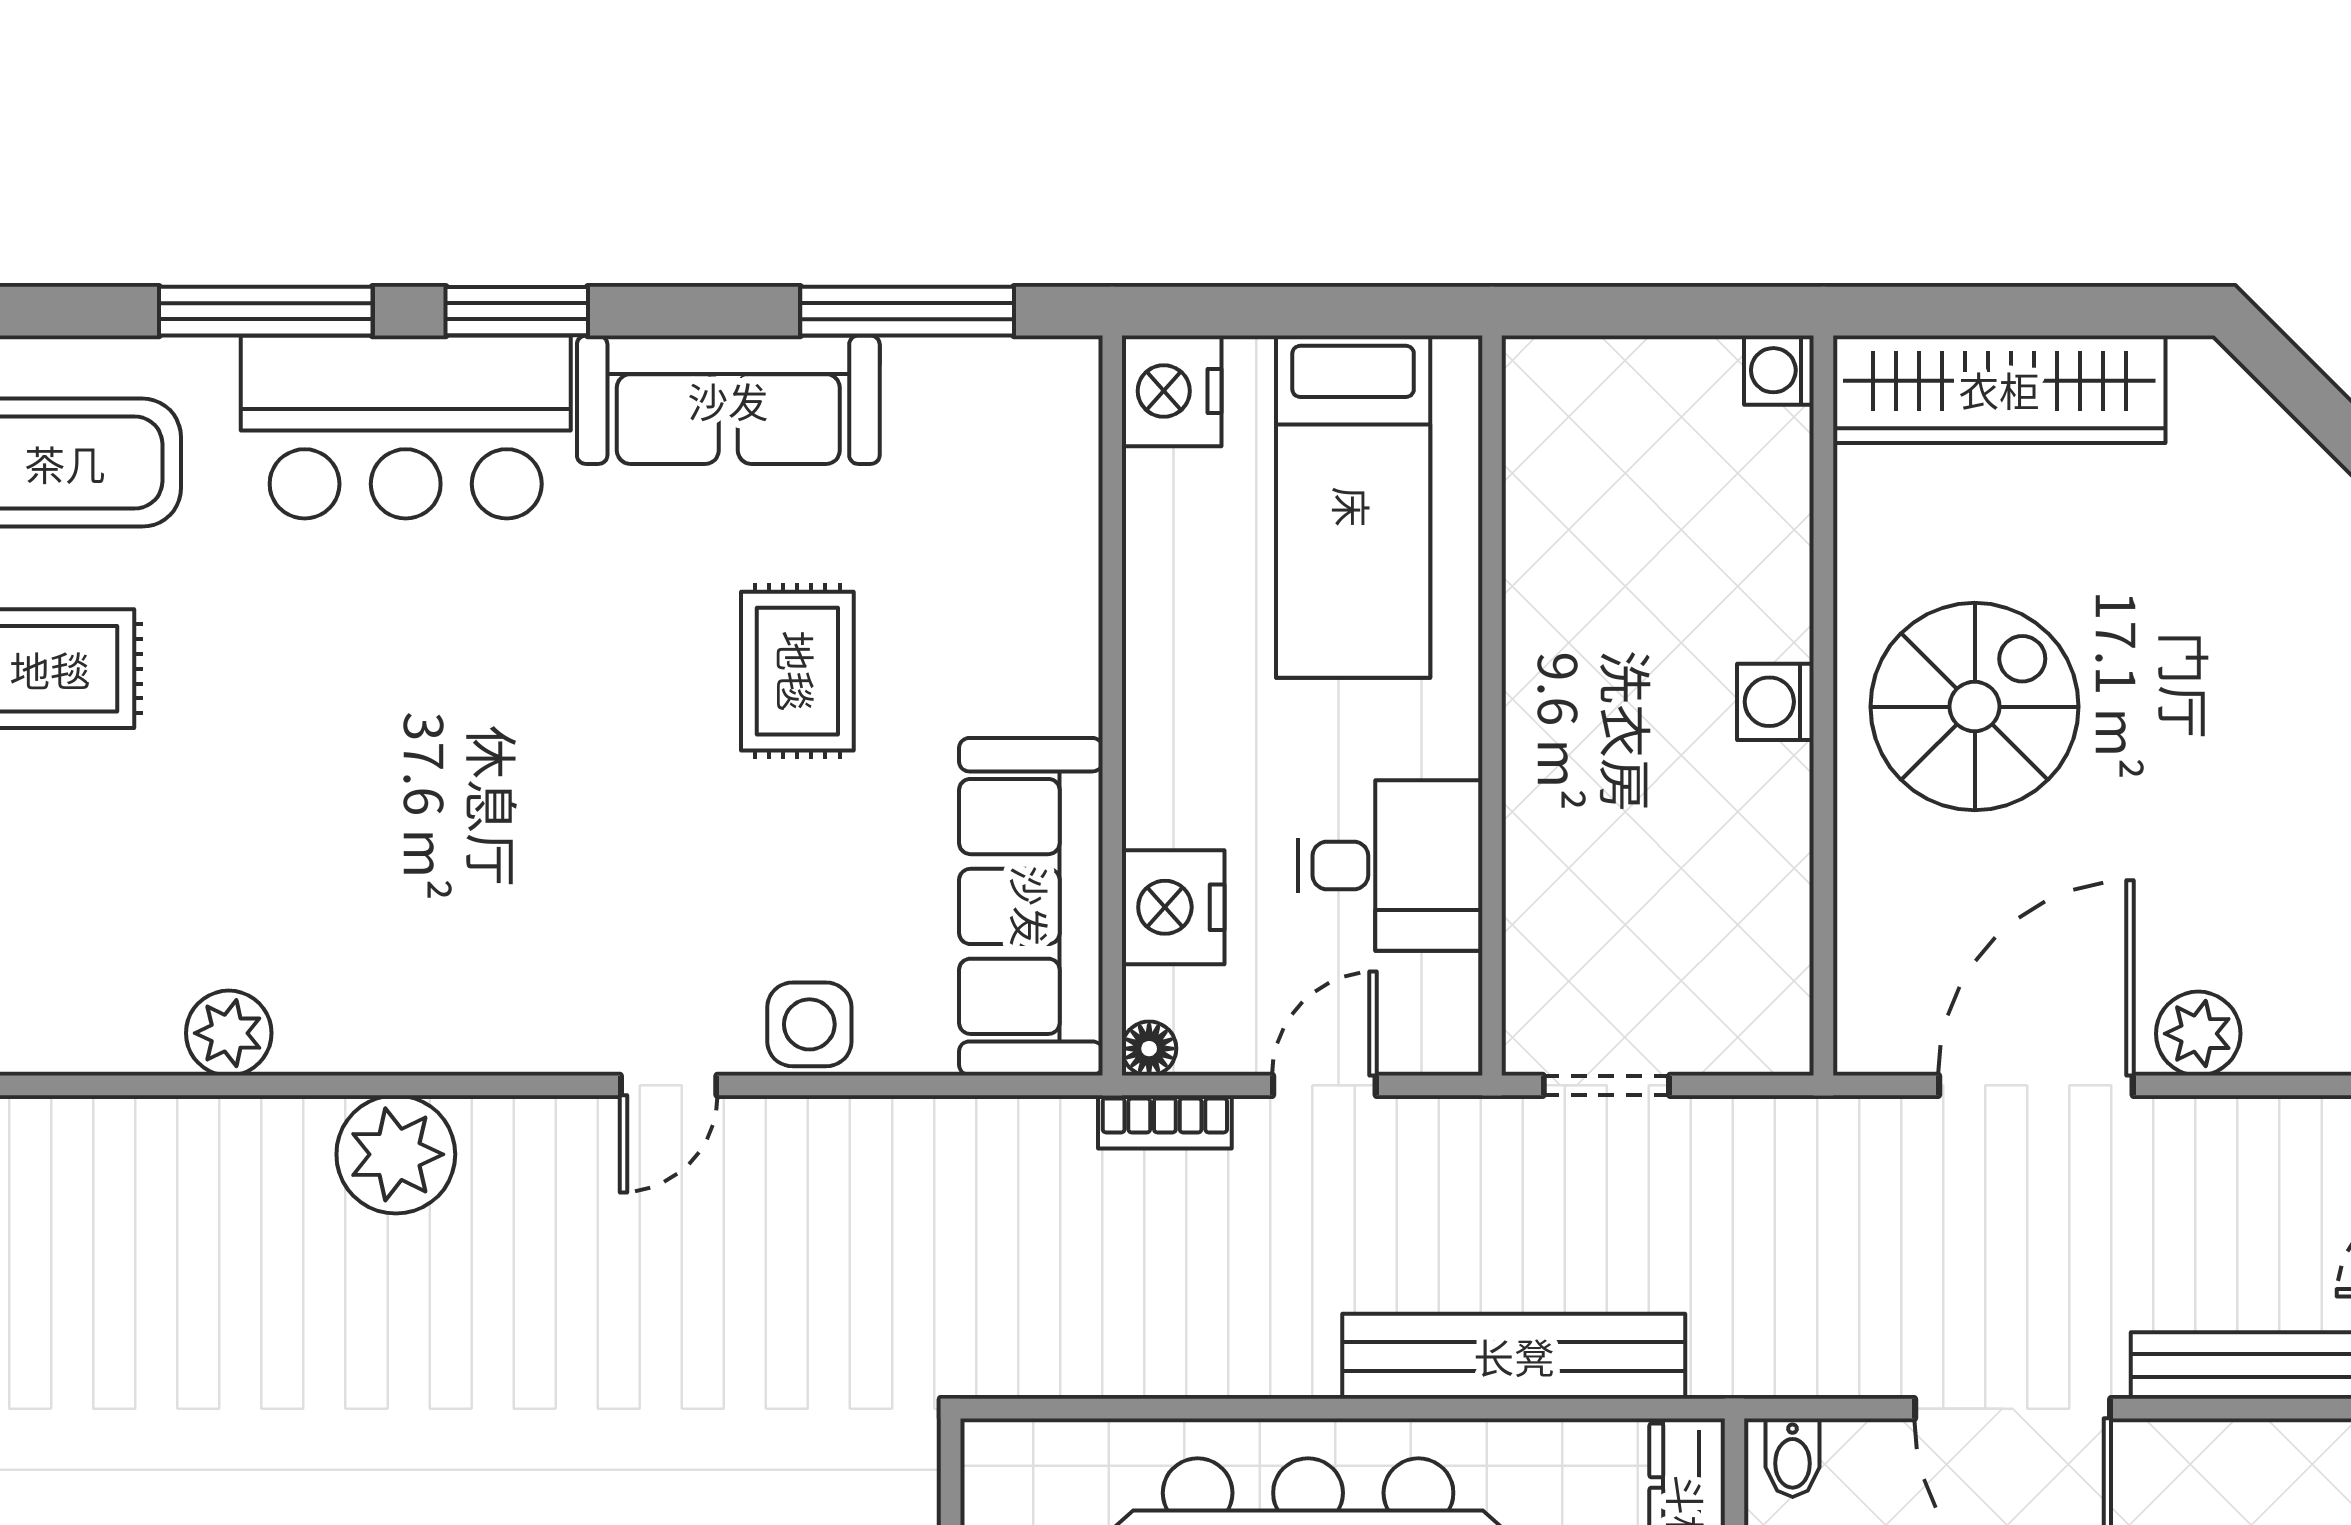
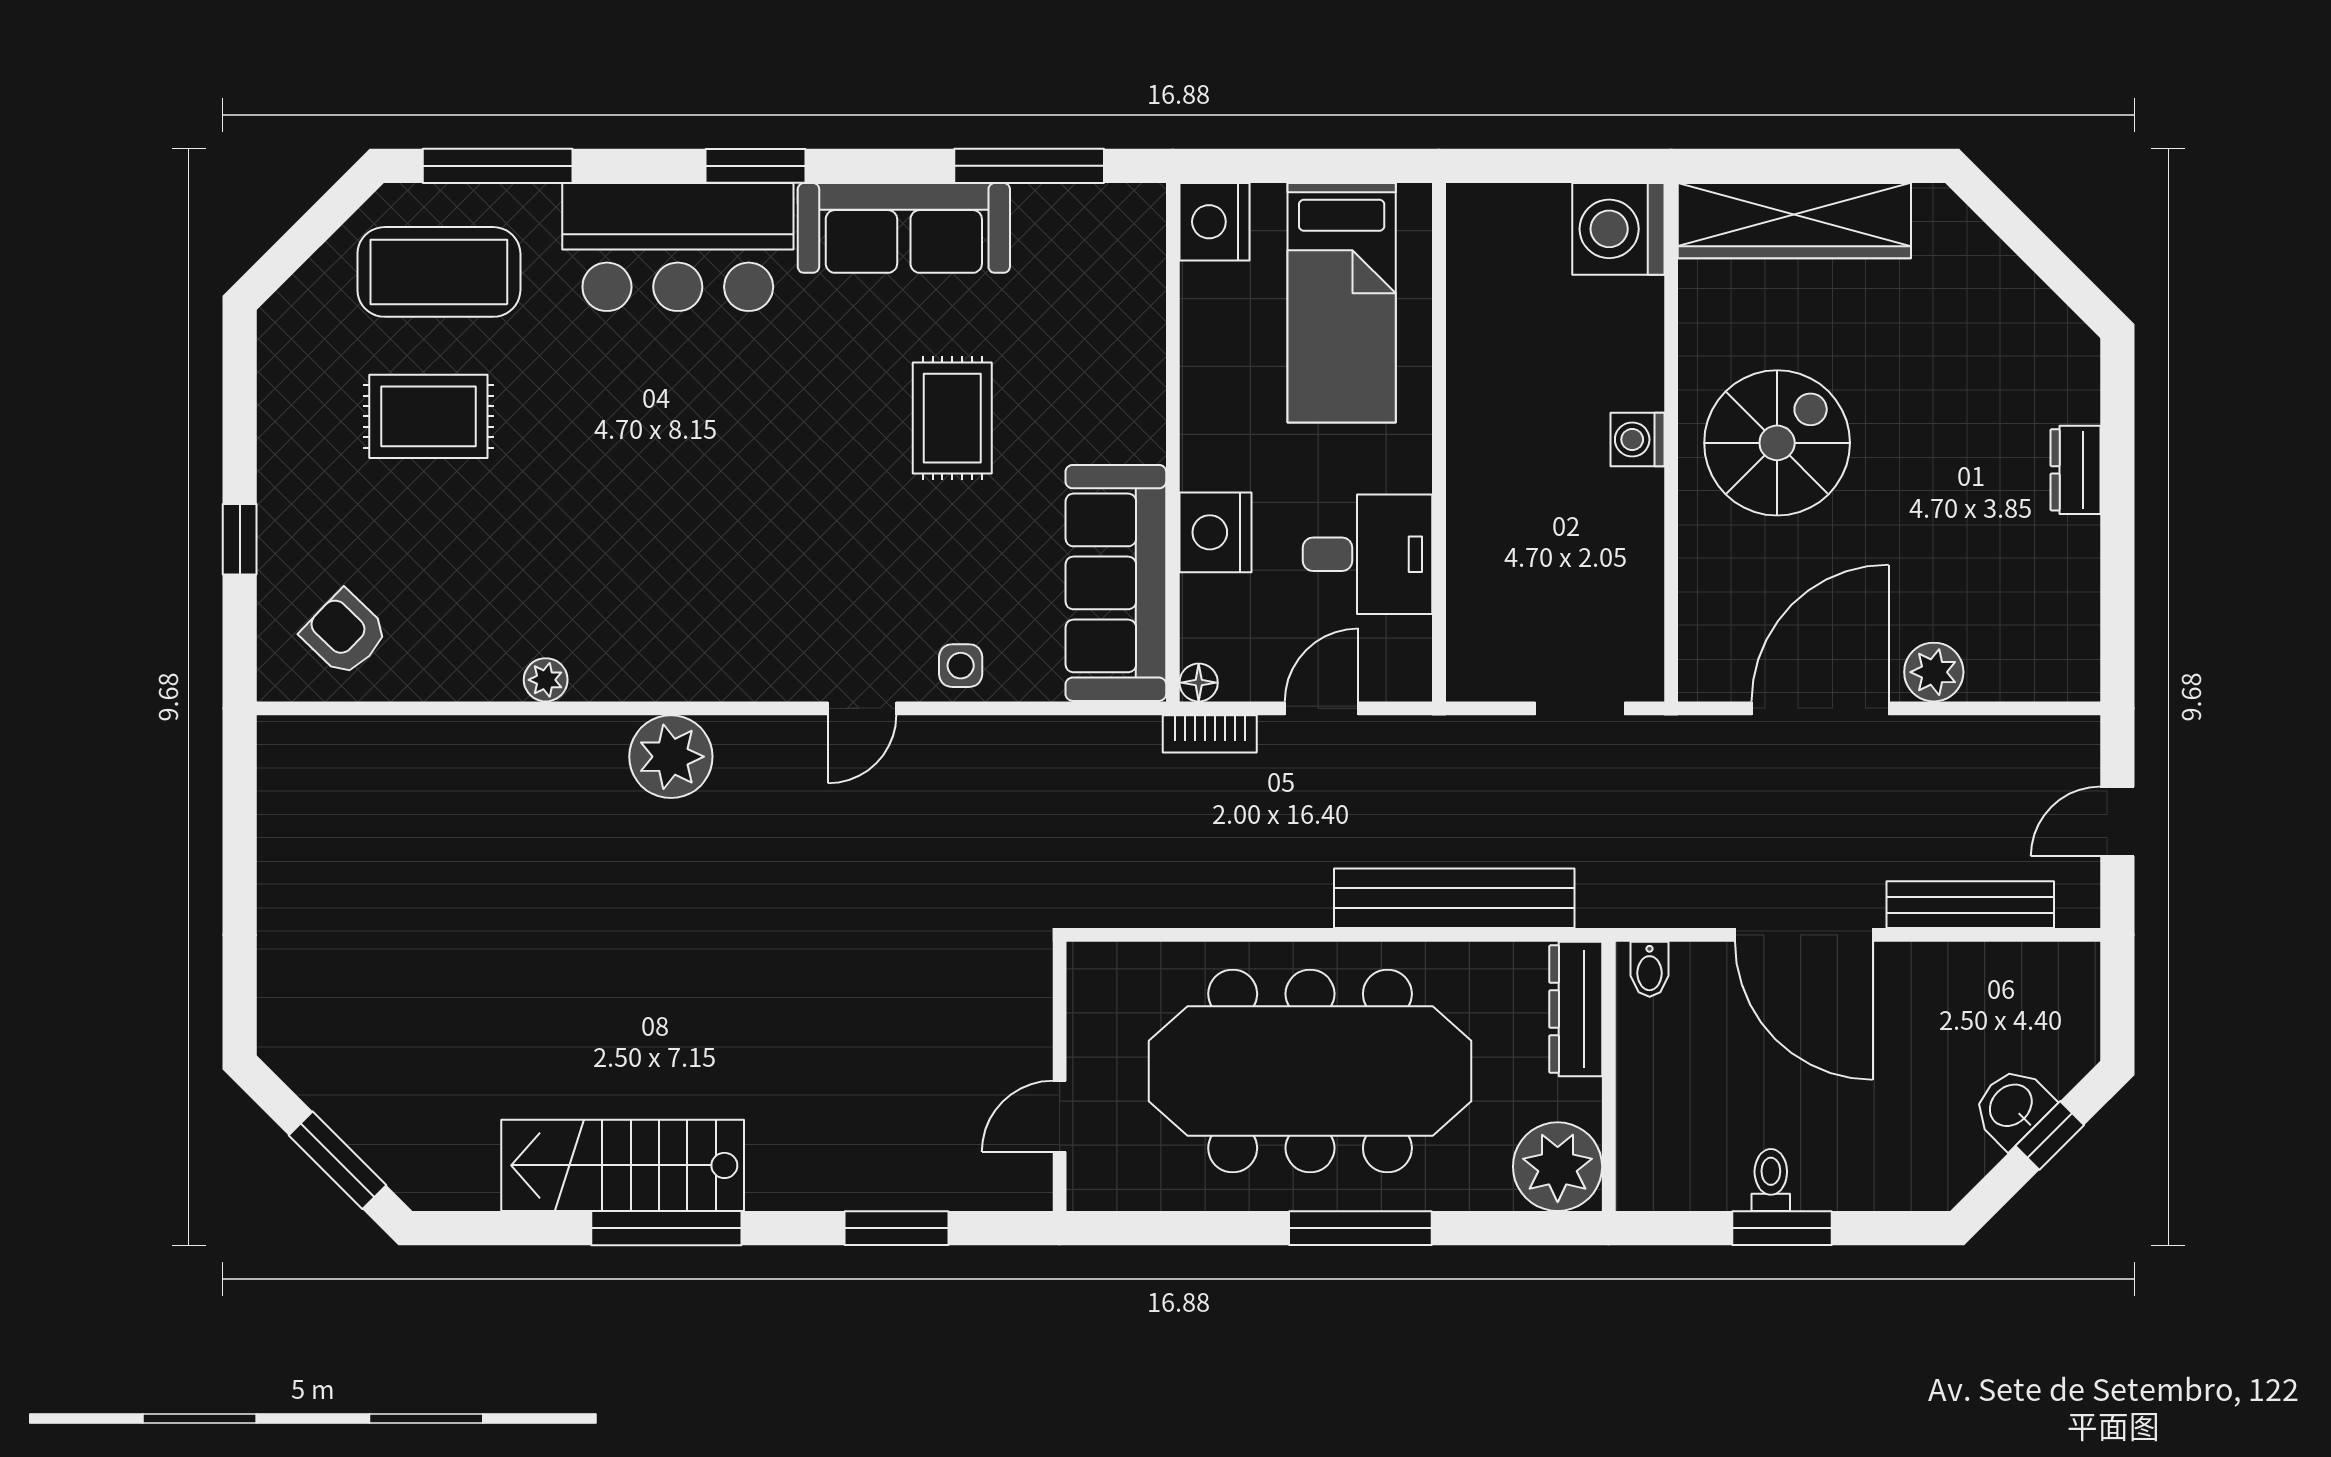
window: (266, 311) -> (498, 166), moved
washing machine: (1779, 370) -> (1618, 229), width x1.89, depth x1.89
nightstand: (1173, 907) -> (1216, 532), moved
side table: (809, 1024) -> (961, 666), width x0.73, depth x0.73
plant: (229, 1033) -> (546, 680), width x0.73, depth x0.73
doorway: (1606, 1085) -> (1580, 708), moved

